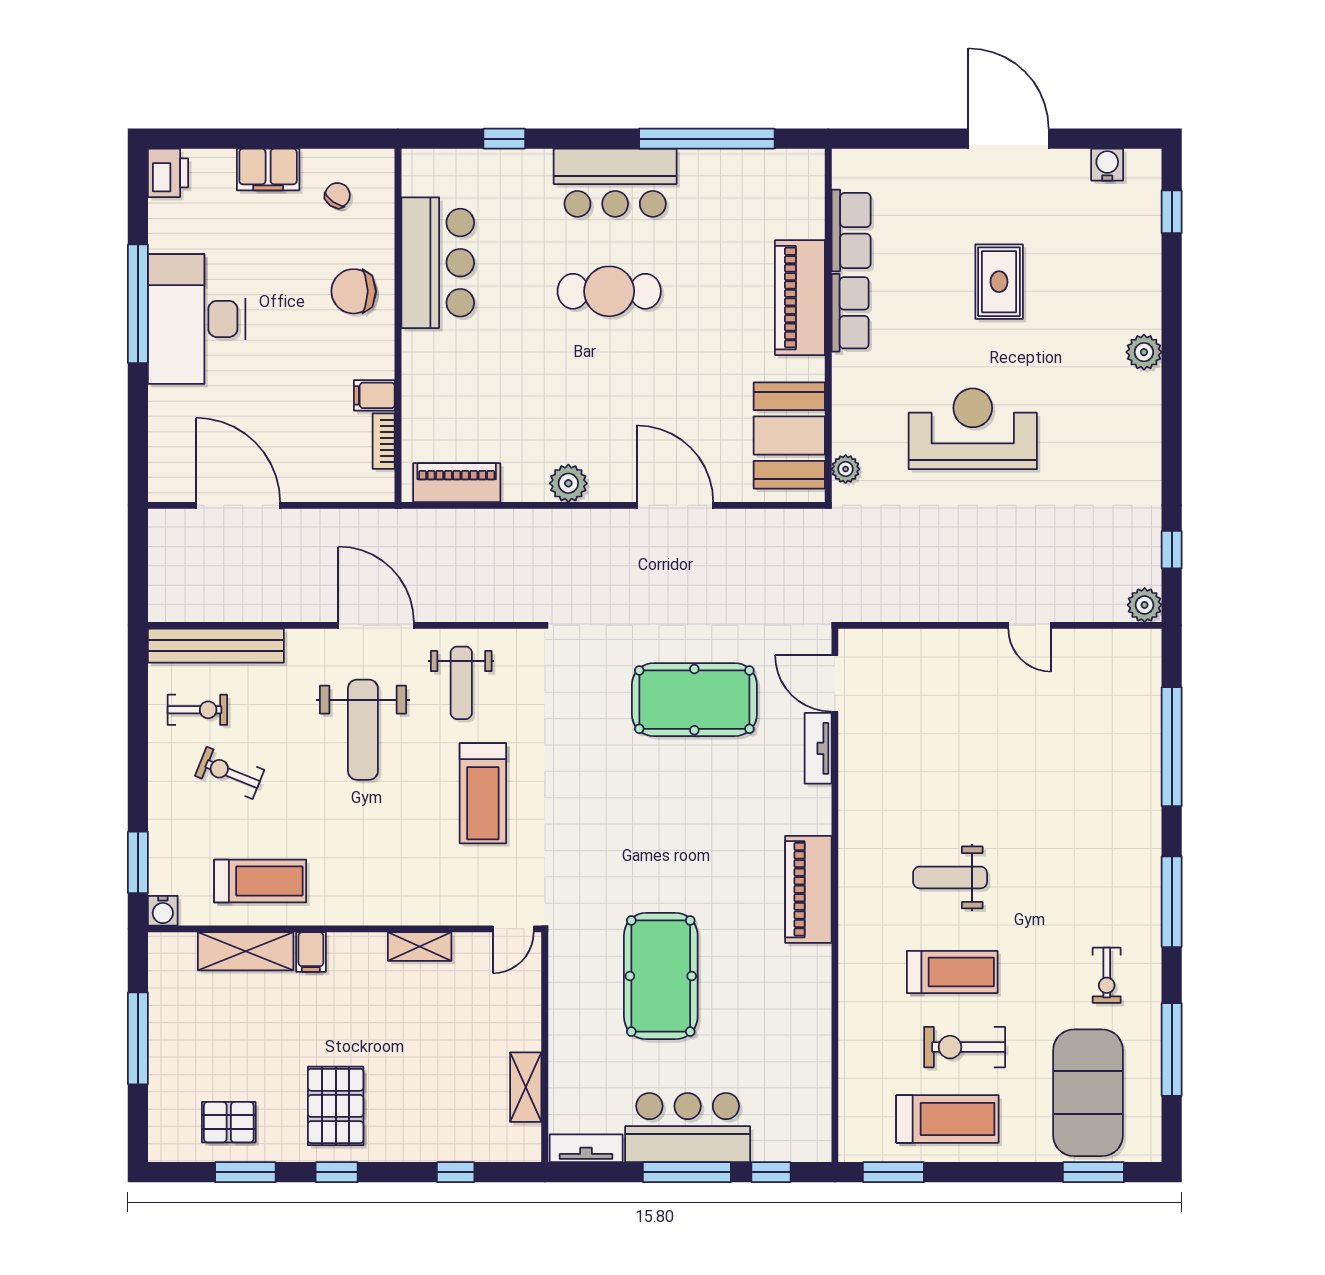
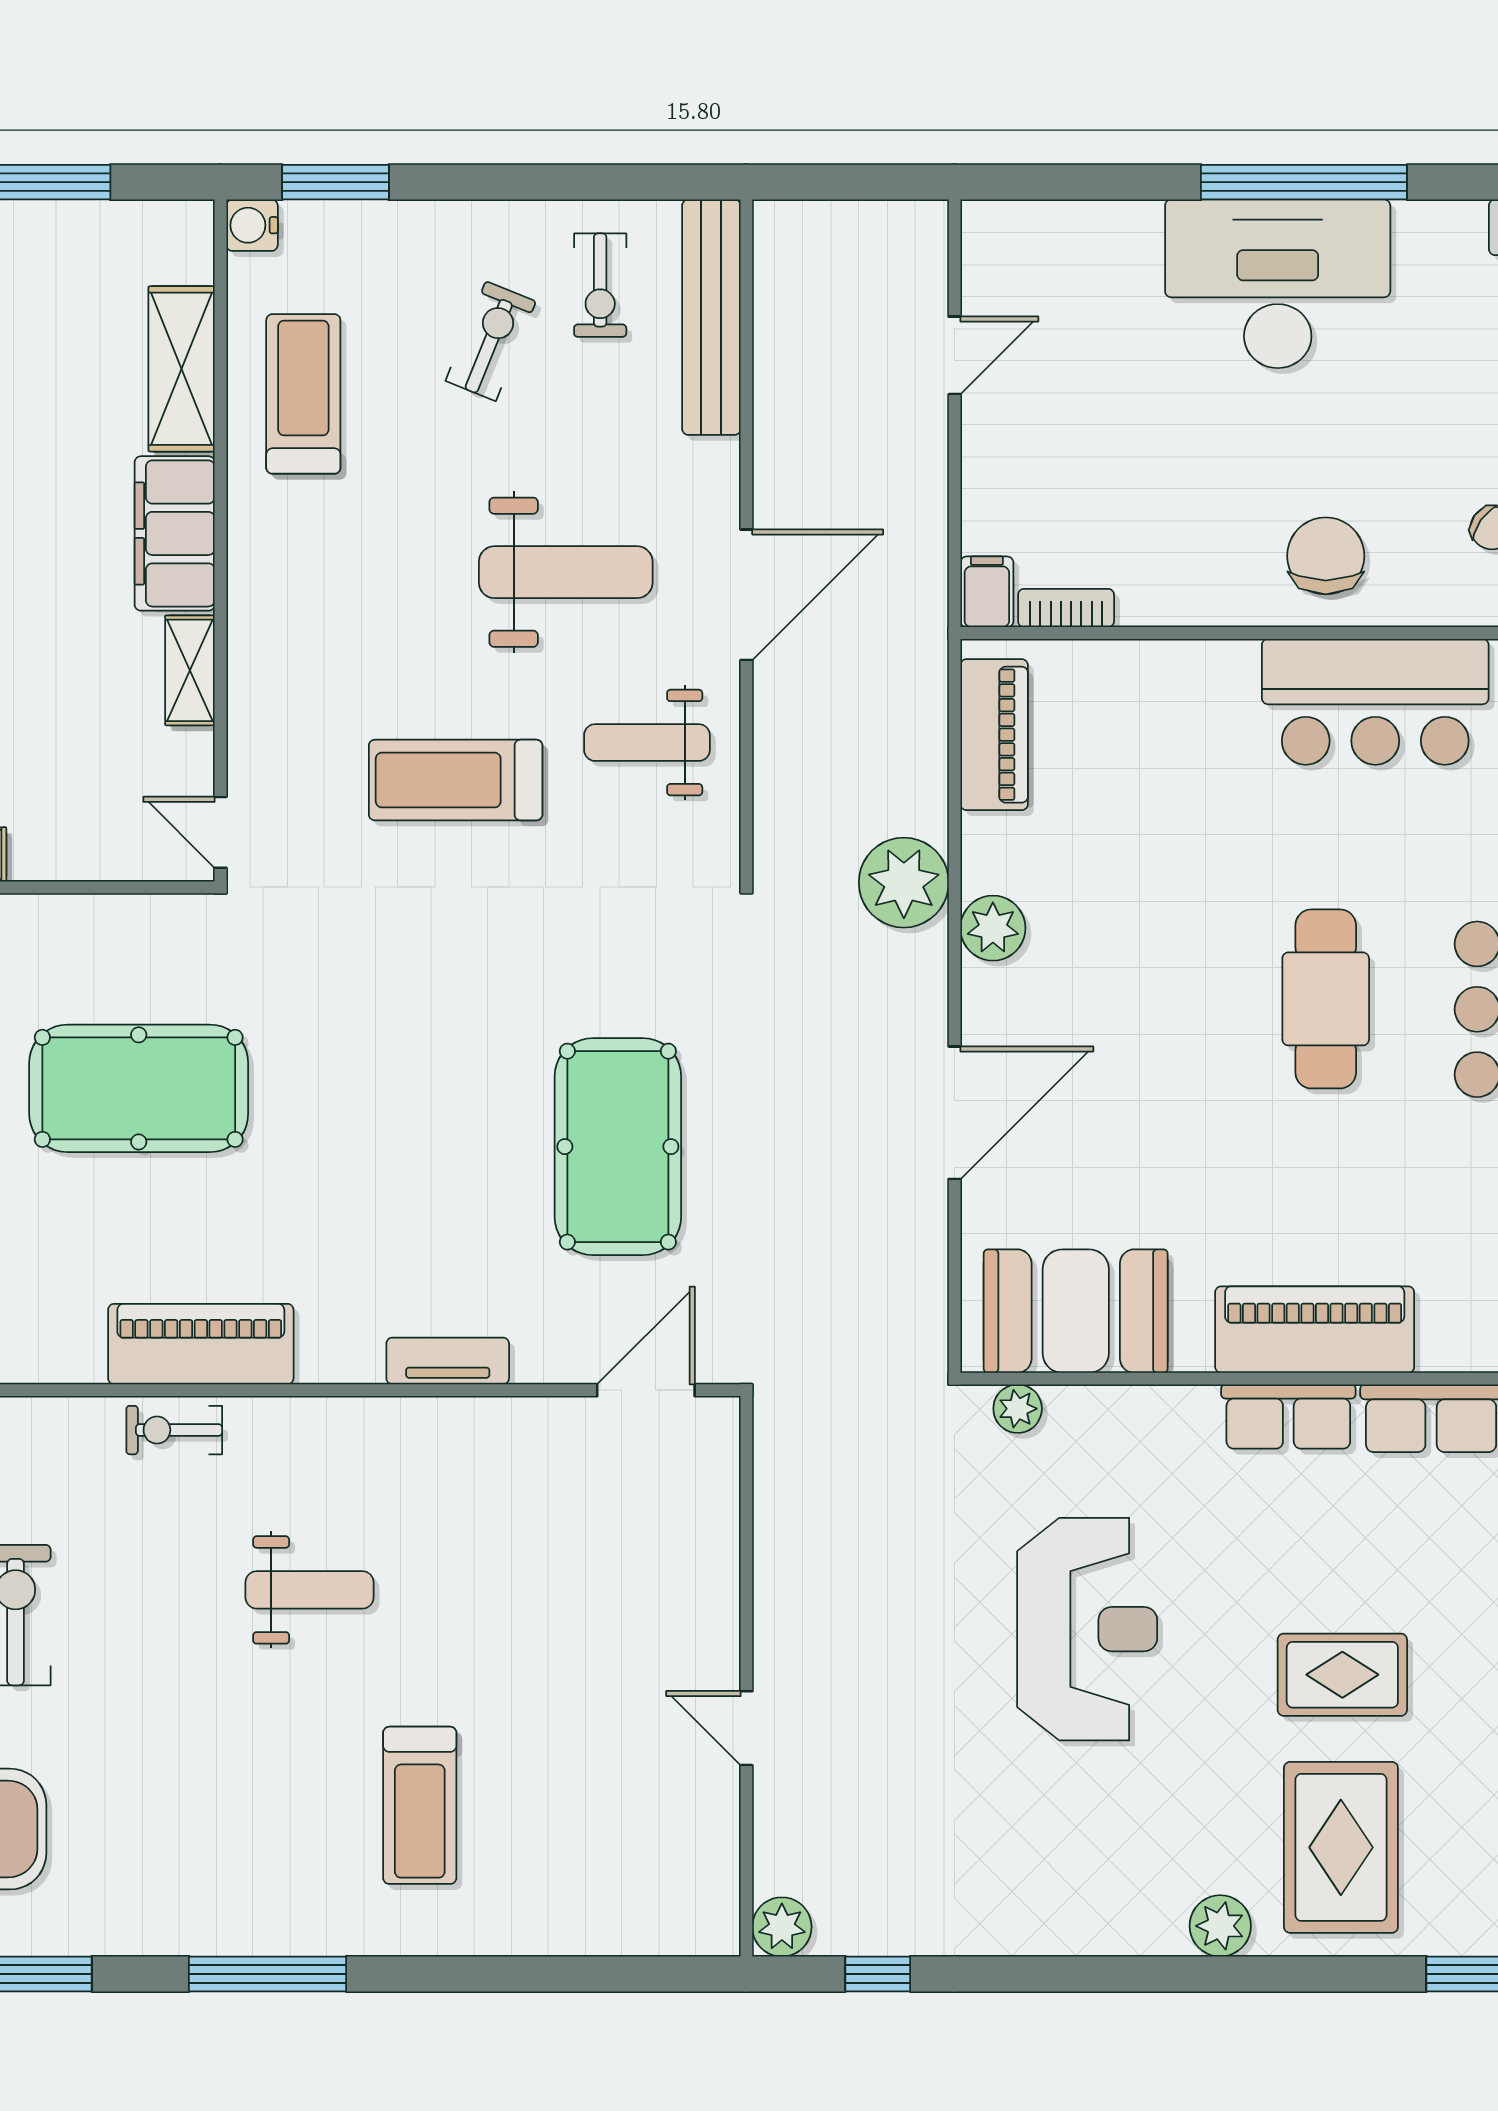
rug: (1099, 282) -> (1341, 1847), added
filing cabinet: (374, 395) -> (987, 592), moved
door: (238, 505) -> (955, 355), width x0.53
plant: (542, 535) -> (904, 883), added
door: (1030, 625) -> (746, 1728), hinge flipped
weight bench: (363, 730) -> (566, 572), turned 180
window: (1172, 747) -> (536, 1974), removed
tv unit: (818, 748) -> (448, 1361), moved
weight bench: (950, 877) -> (310, 1590), turned 90
treadmill: (260, 881) -> (303, 394), turned 180
piano: (808, 889) -> (201, 1344), moved
filing cabinet: (311, 952) -> (175, 533), width x3.00, depth x1.17
treadmill: (952, 972) -> (420, 1805), moved
exercise bike: (1107, 975) -> (174, 1430), moved

